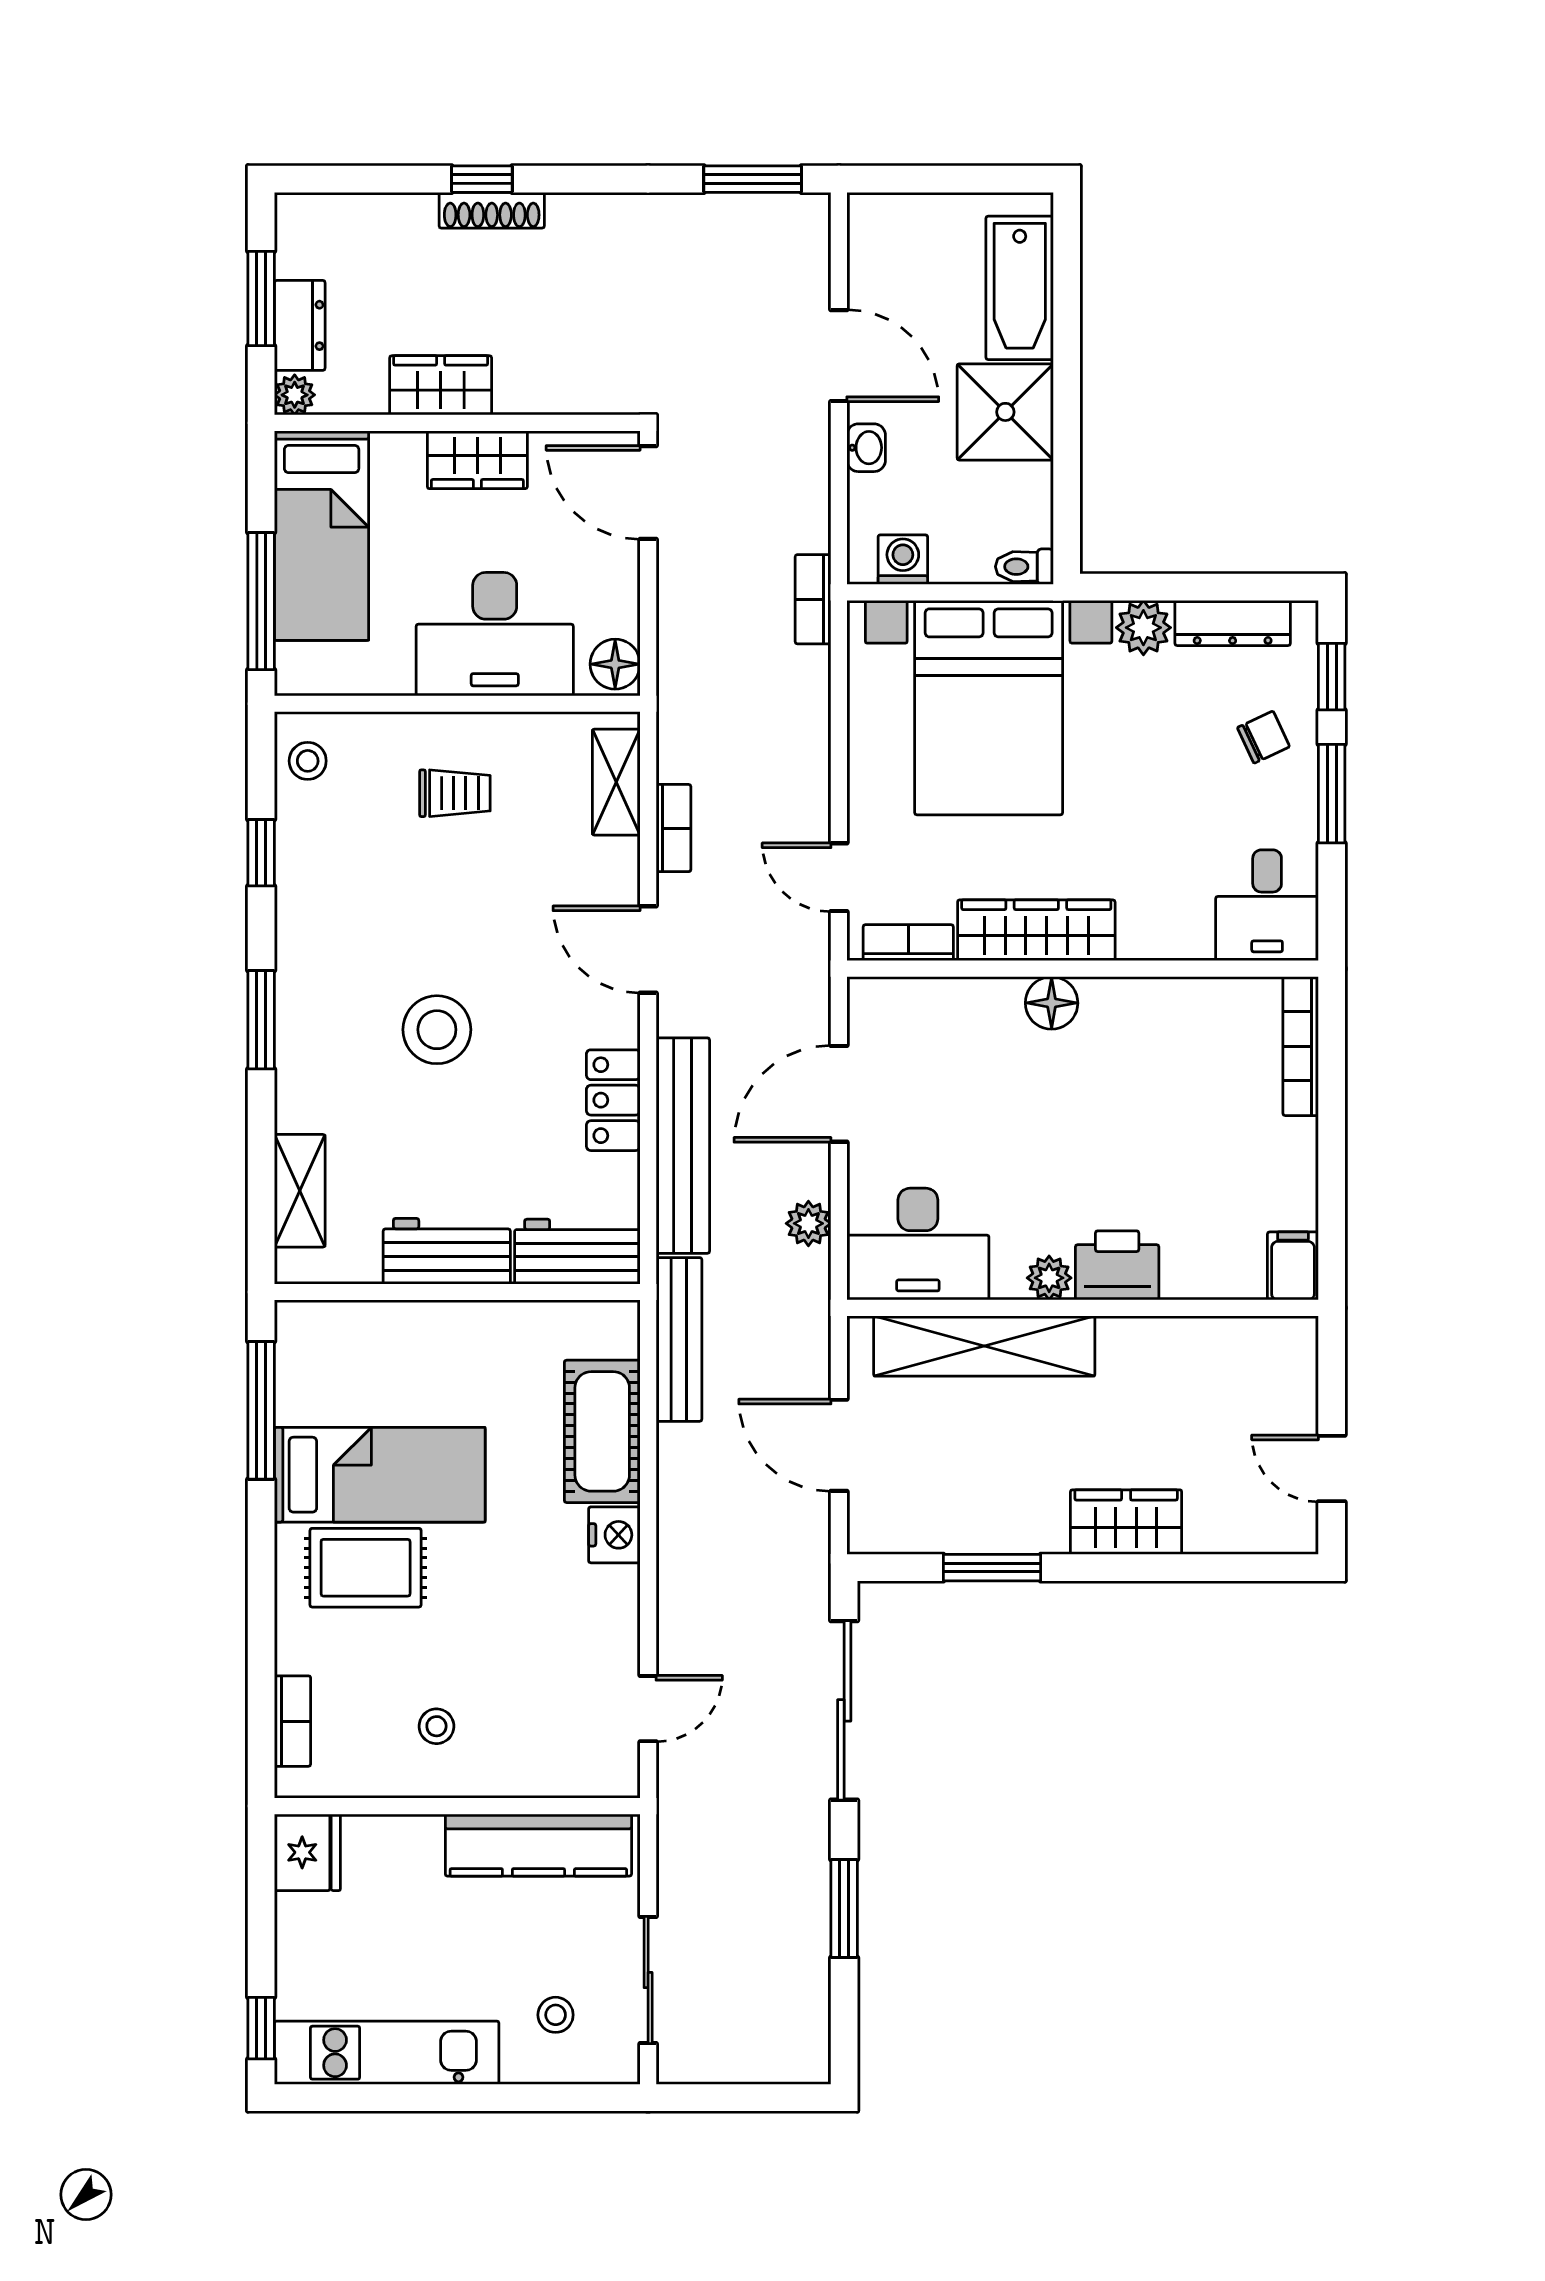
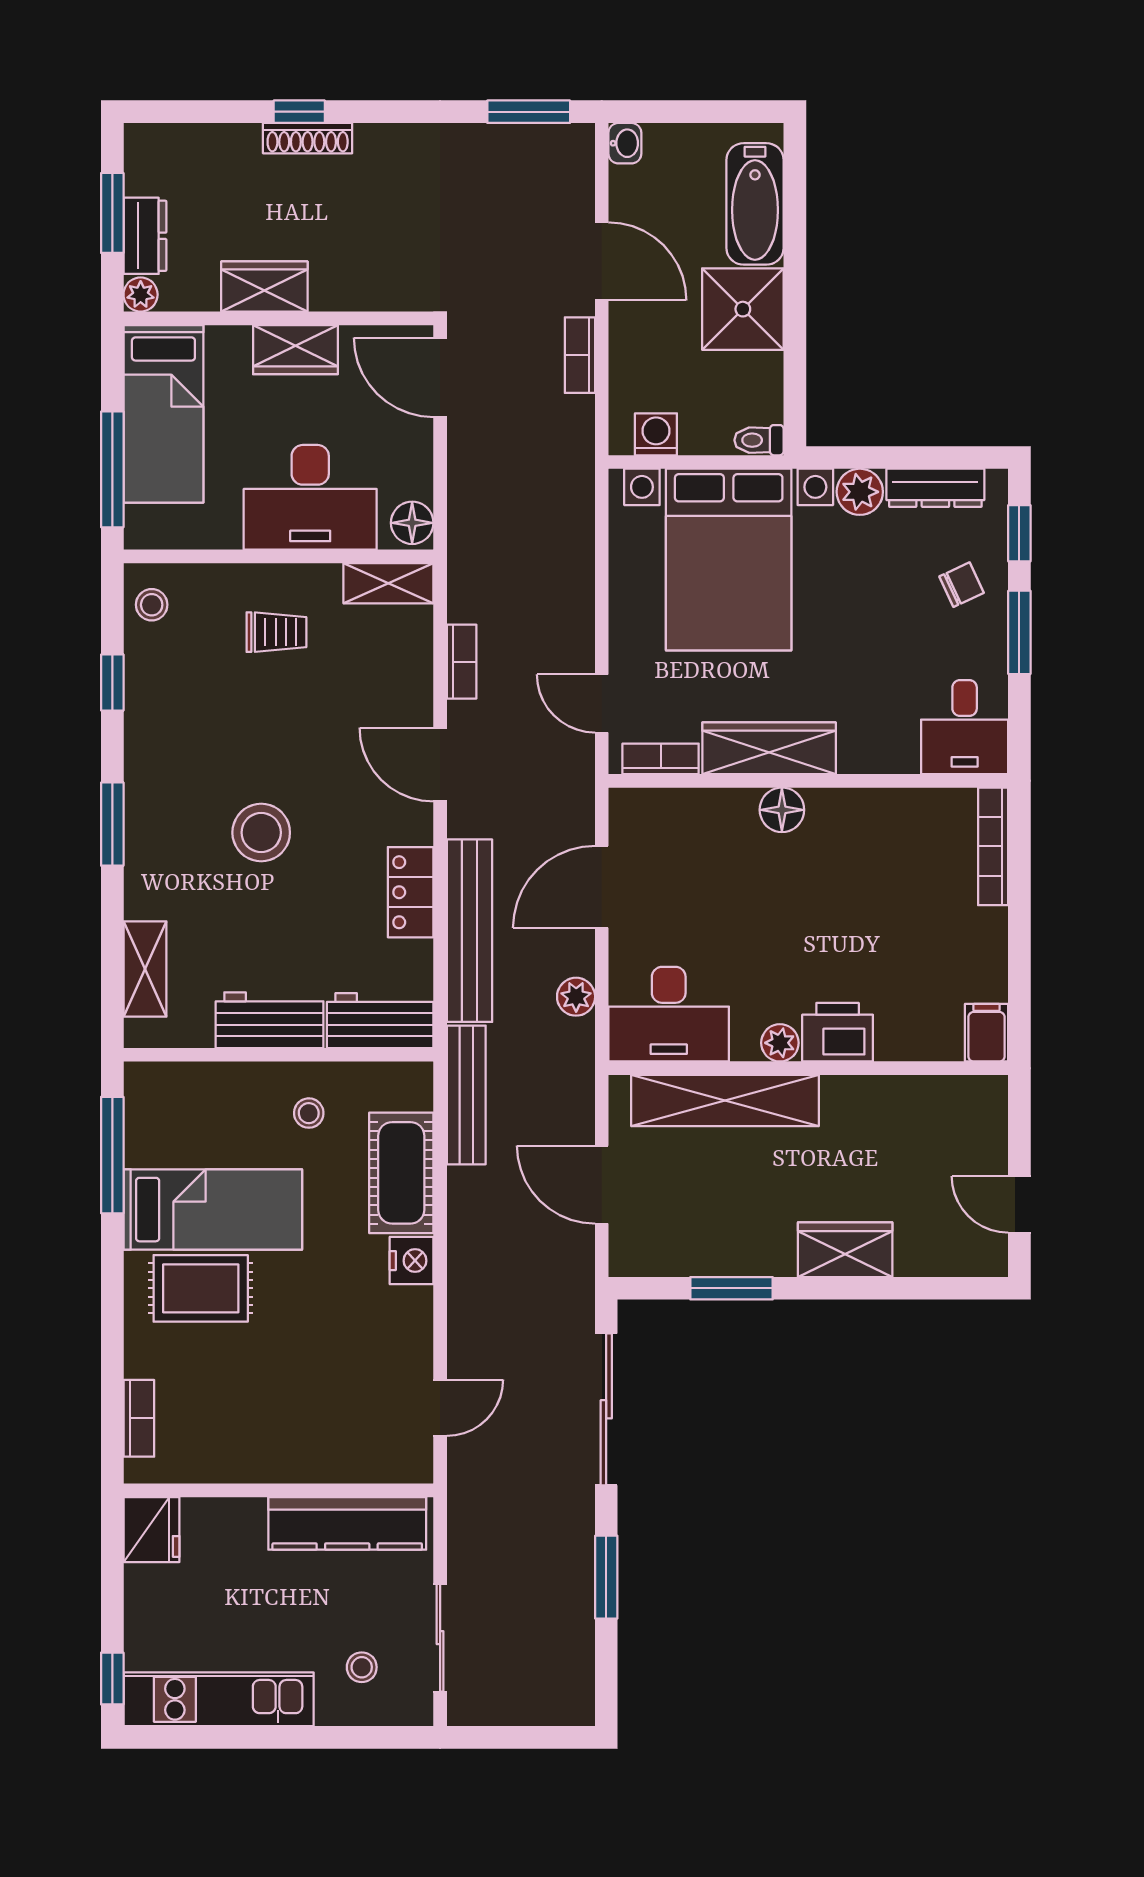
washbasin: (866, 448) -> (625, 143), moved
bookcase: (813, 599) -> (580, 355), moved
shelving: (616, 782) -> (388, 583), moved, turned 90
stool: (436, 1726) -> (309, 1113), moved

